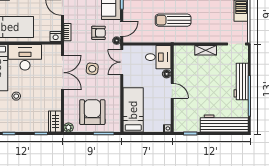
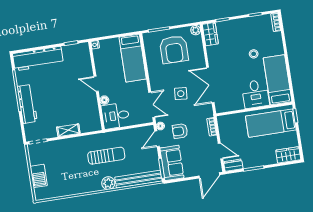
nightstand: (56, 36) -> (223, 121), removed
desk: (25, 57) -> (255, 94), width x0.73

